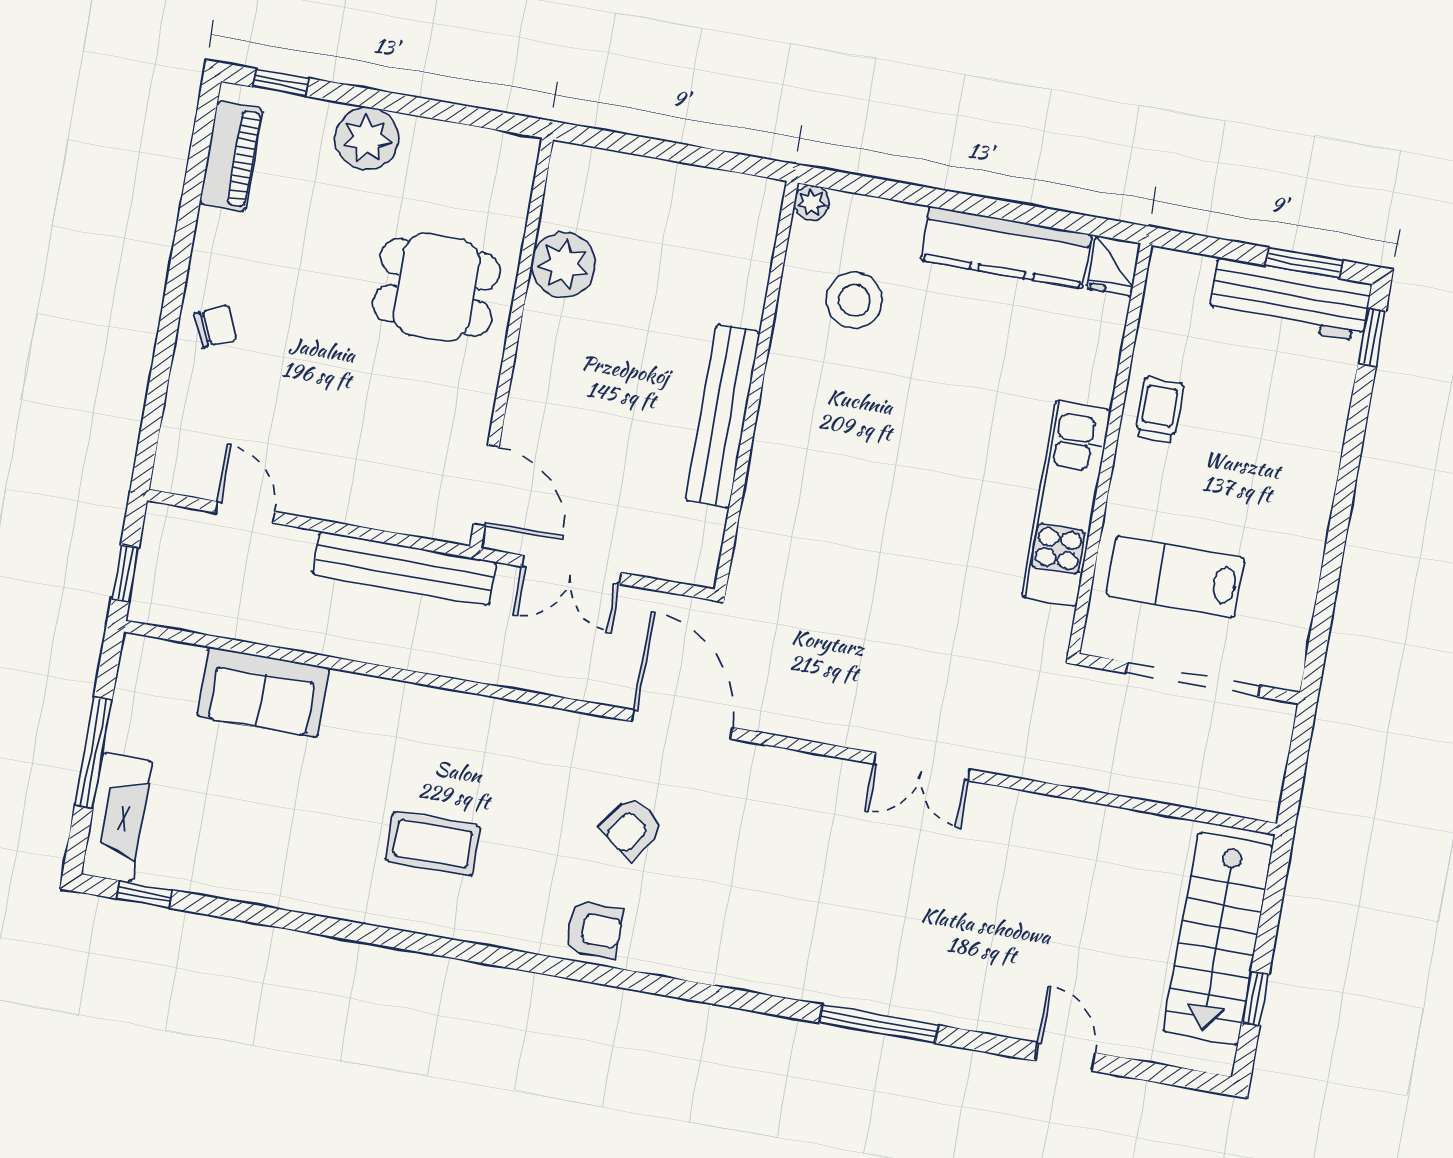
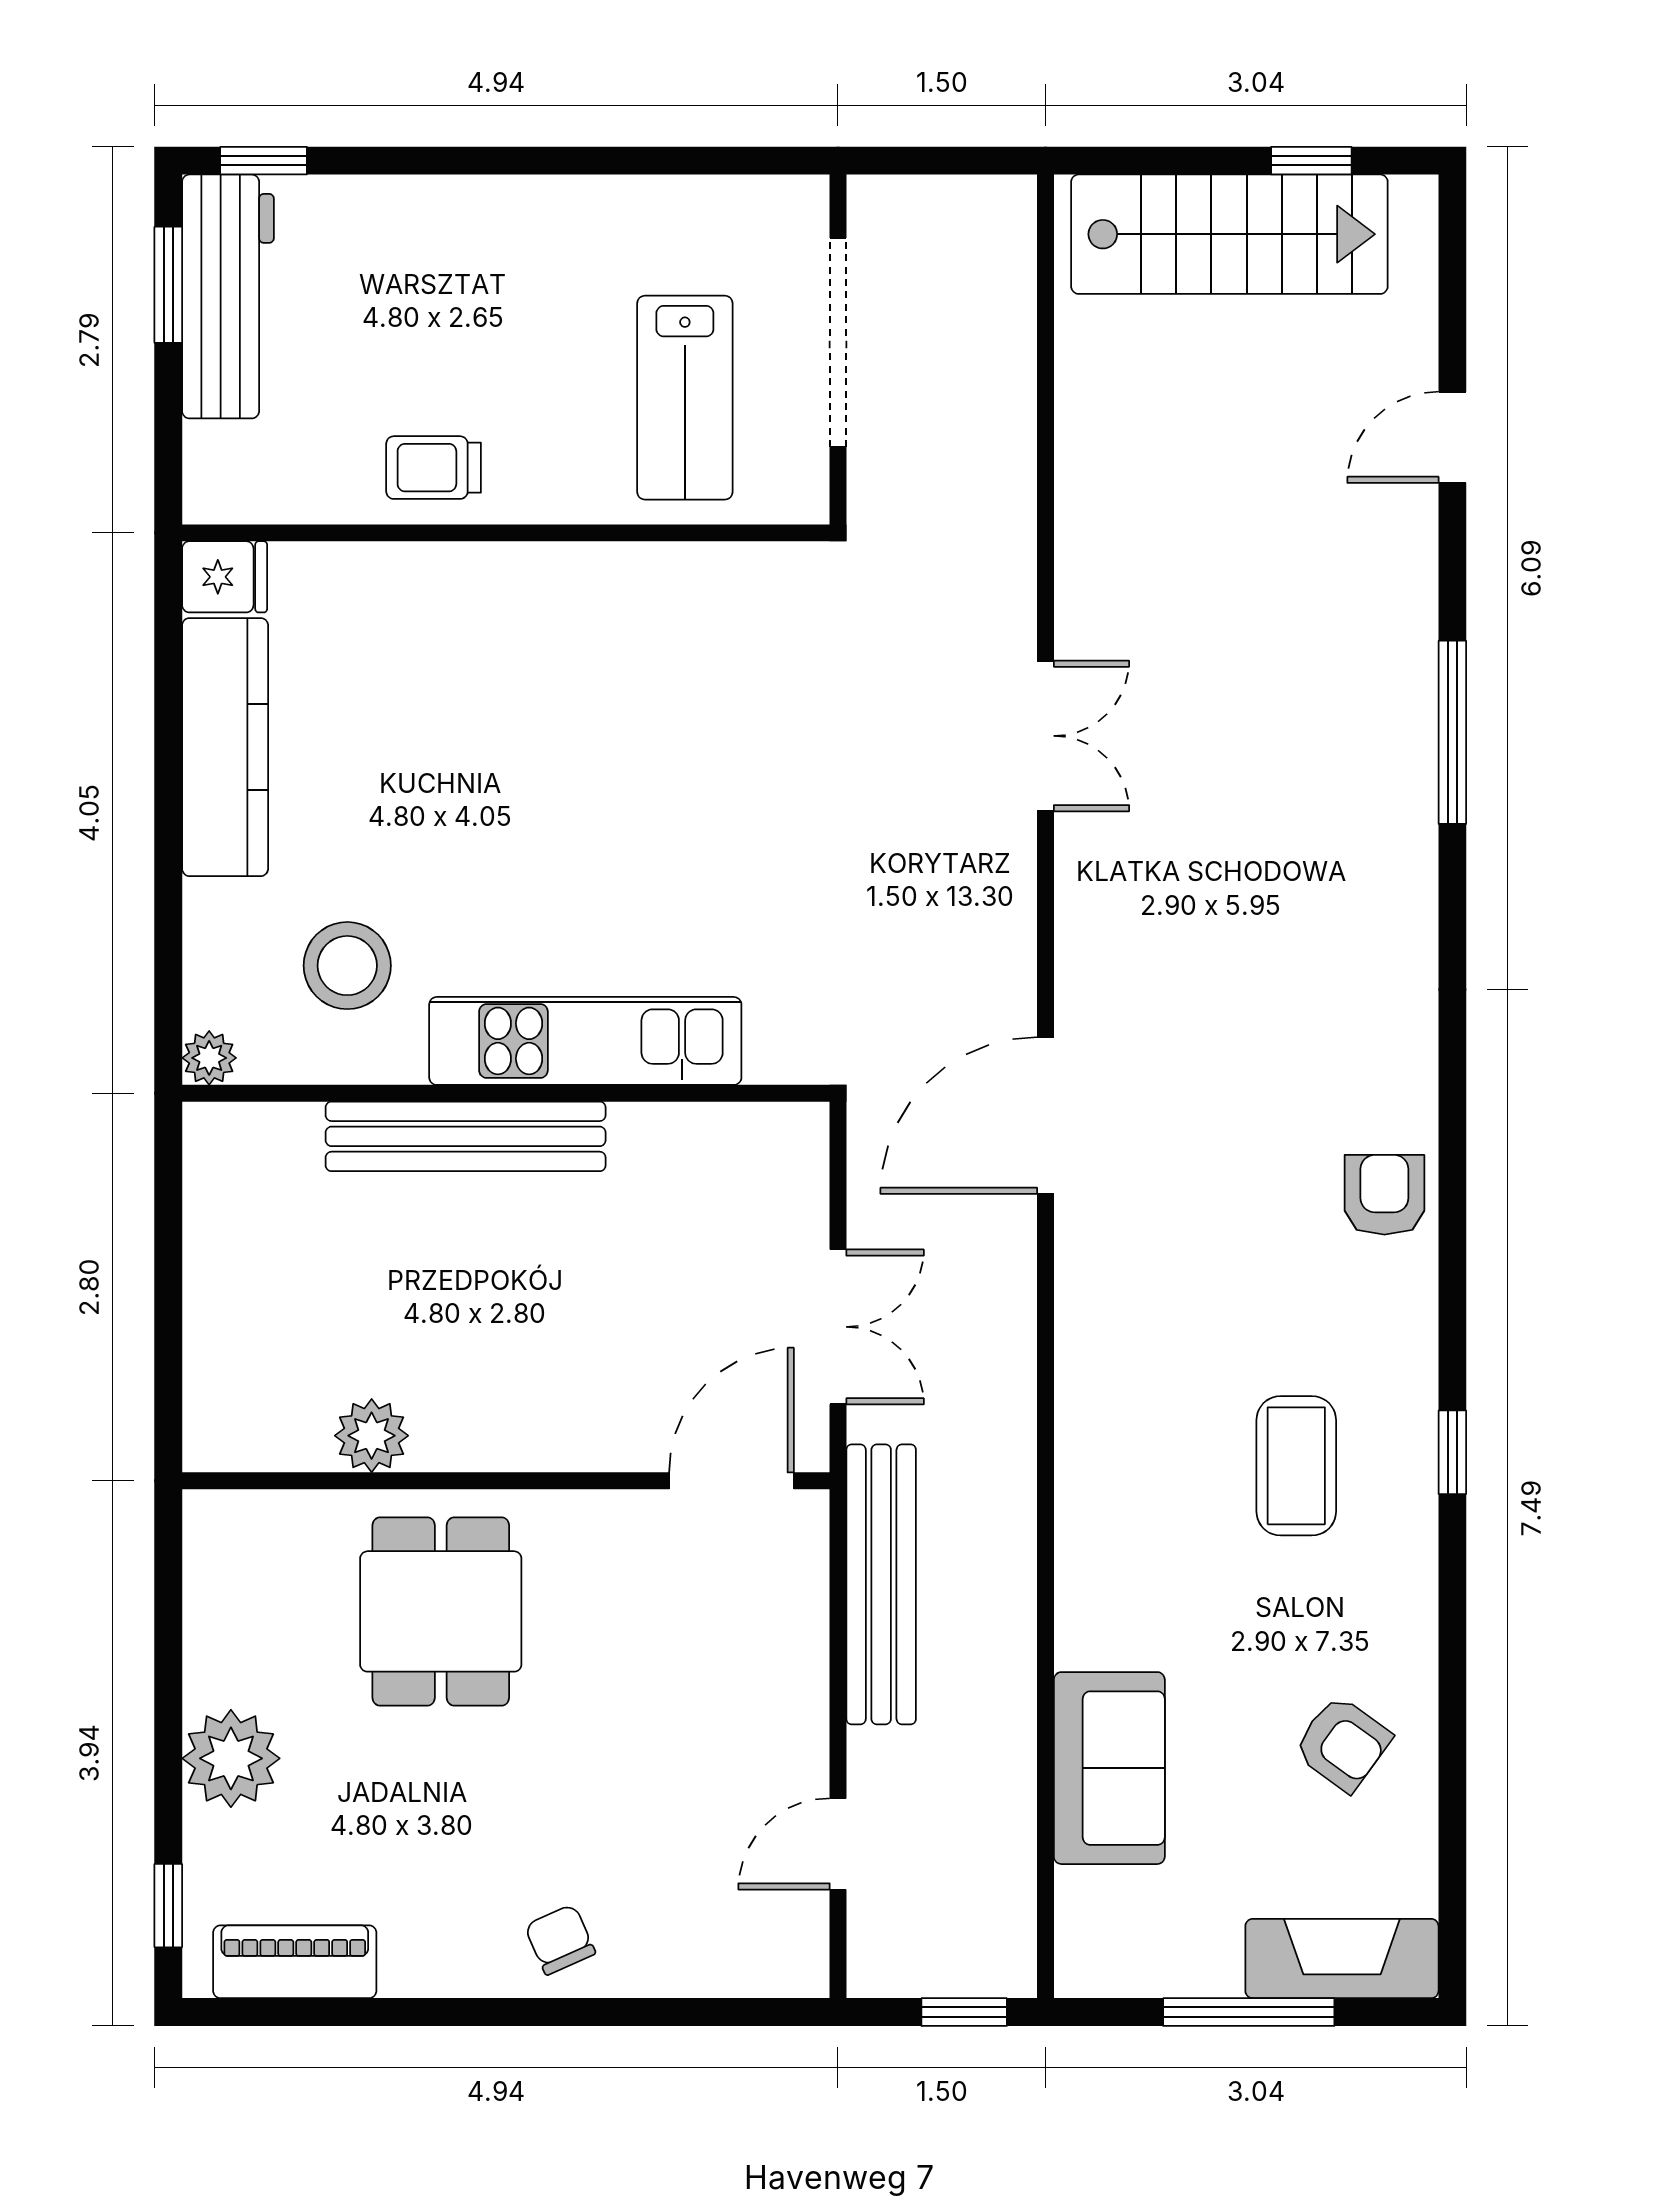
plant: (563, 265) -> (372, 1436), width x0.73, depth x0.73
bench: (723, 416) -> (466, 1136), moved
kitchen unit: (1066, 503) -> (585, 1041), moved, turned 180
armchair: (631, 828) -> (1343, 1744), moved
window: (144, 894) -> (1452, 1452), moved

